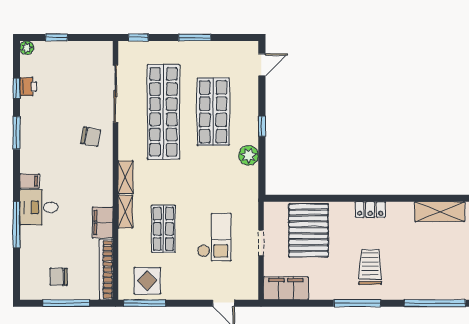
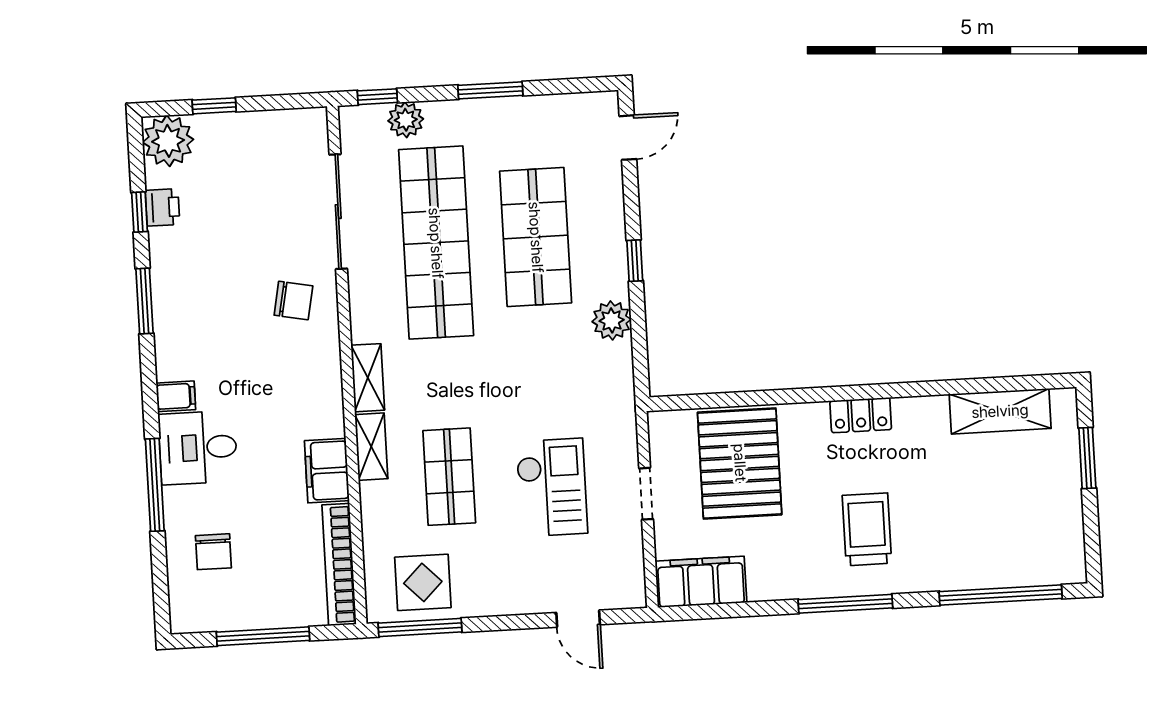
plant: (27, 48) -> (168, 141), width x1.87, depth x1.87
plant: (152, 50) -> (406, 120), added
chair: (59, 277) -> (213, 552), moved, turned -90

